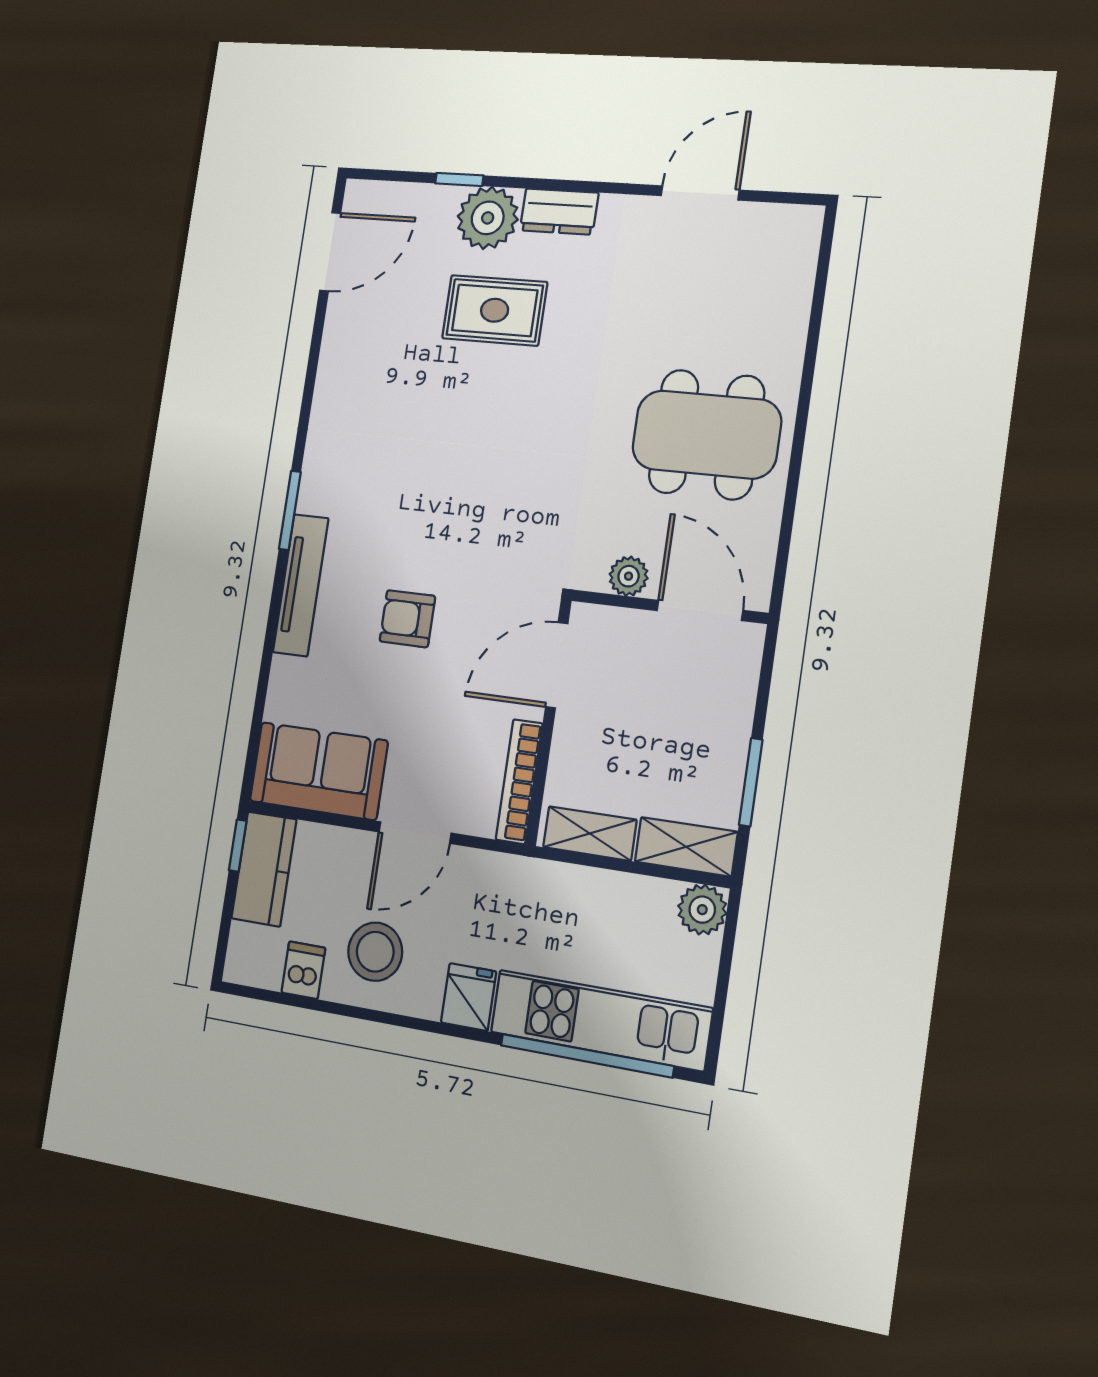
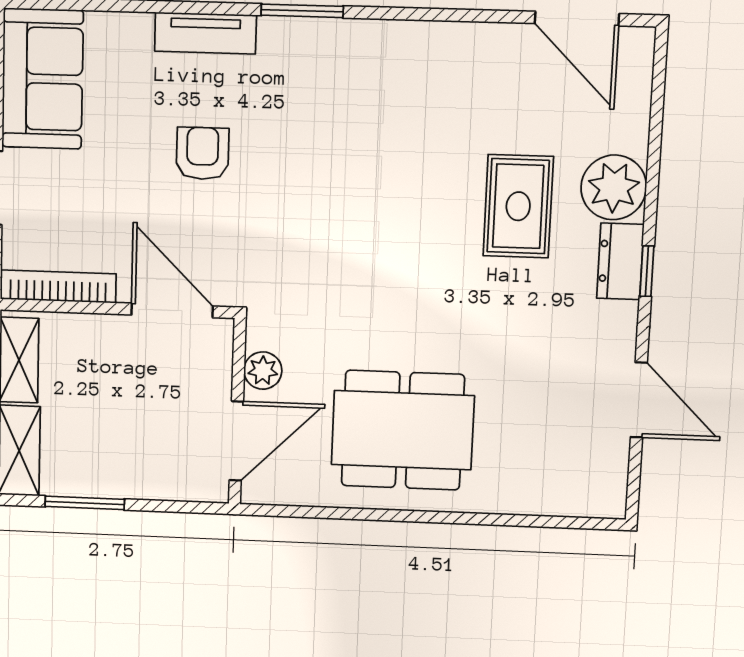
window: (459, 179) -> (647, 271), moved
dining table: (706, 434) -> (403, 430), turned 90
tv unit: (301, 585) -> (205, 33), width x0.71

